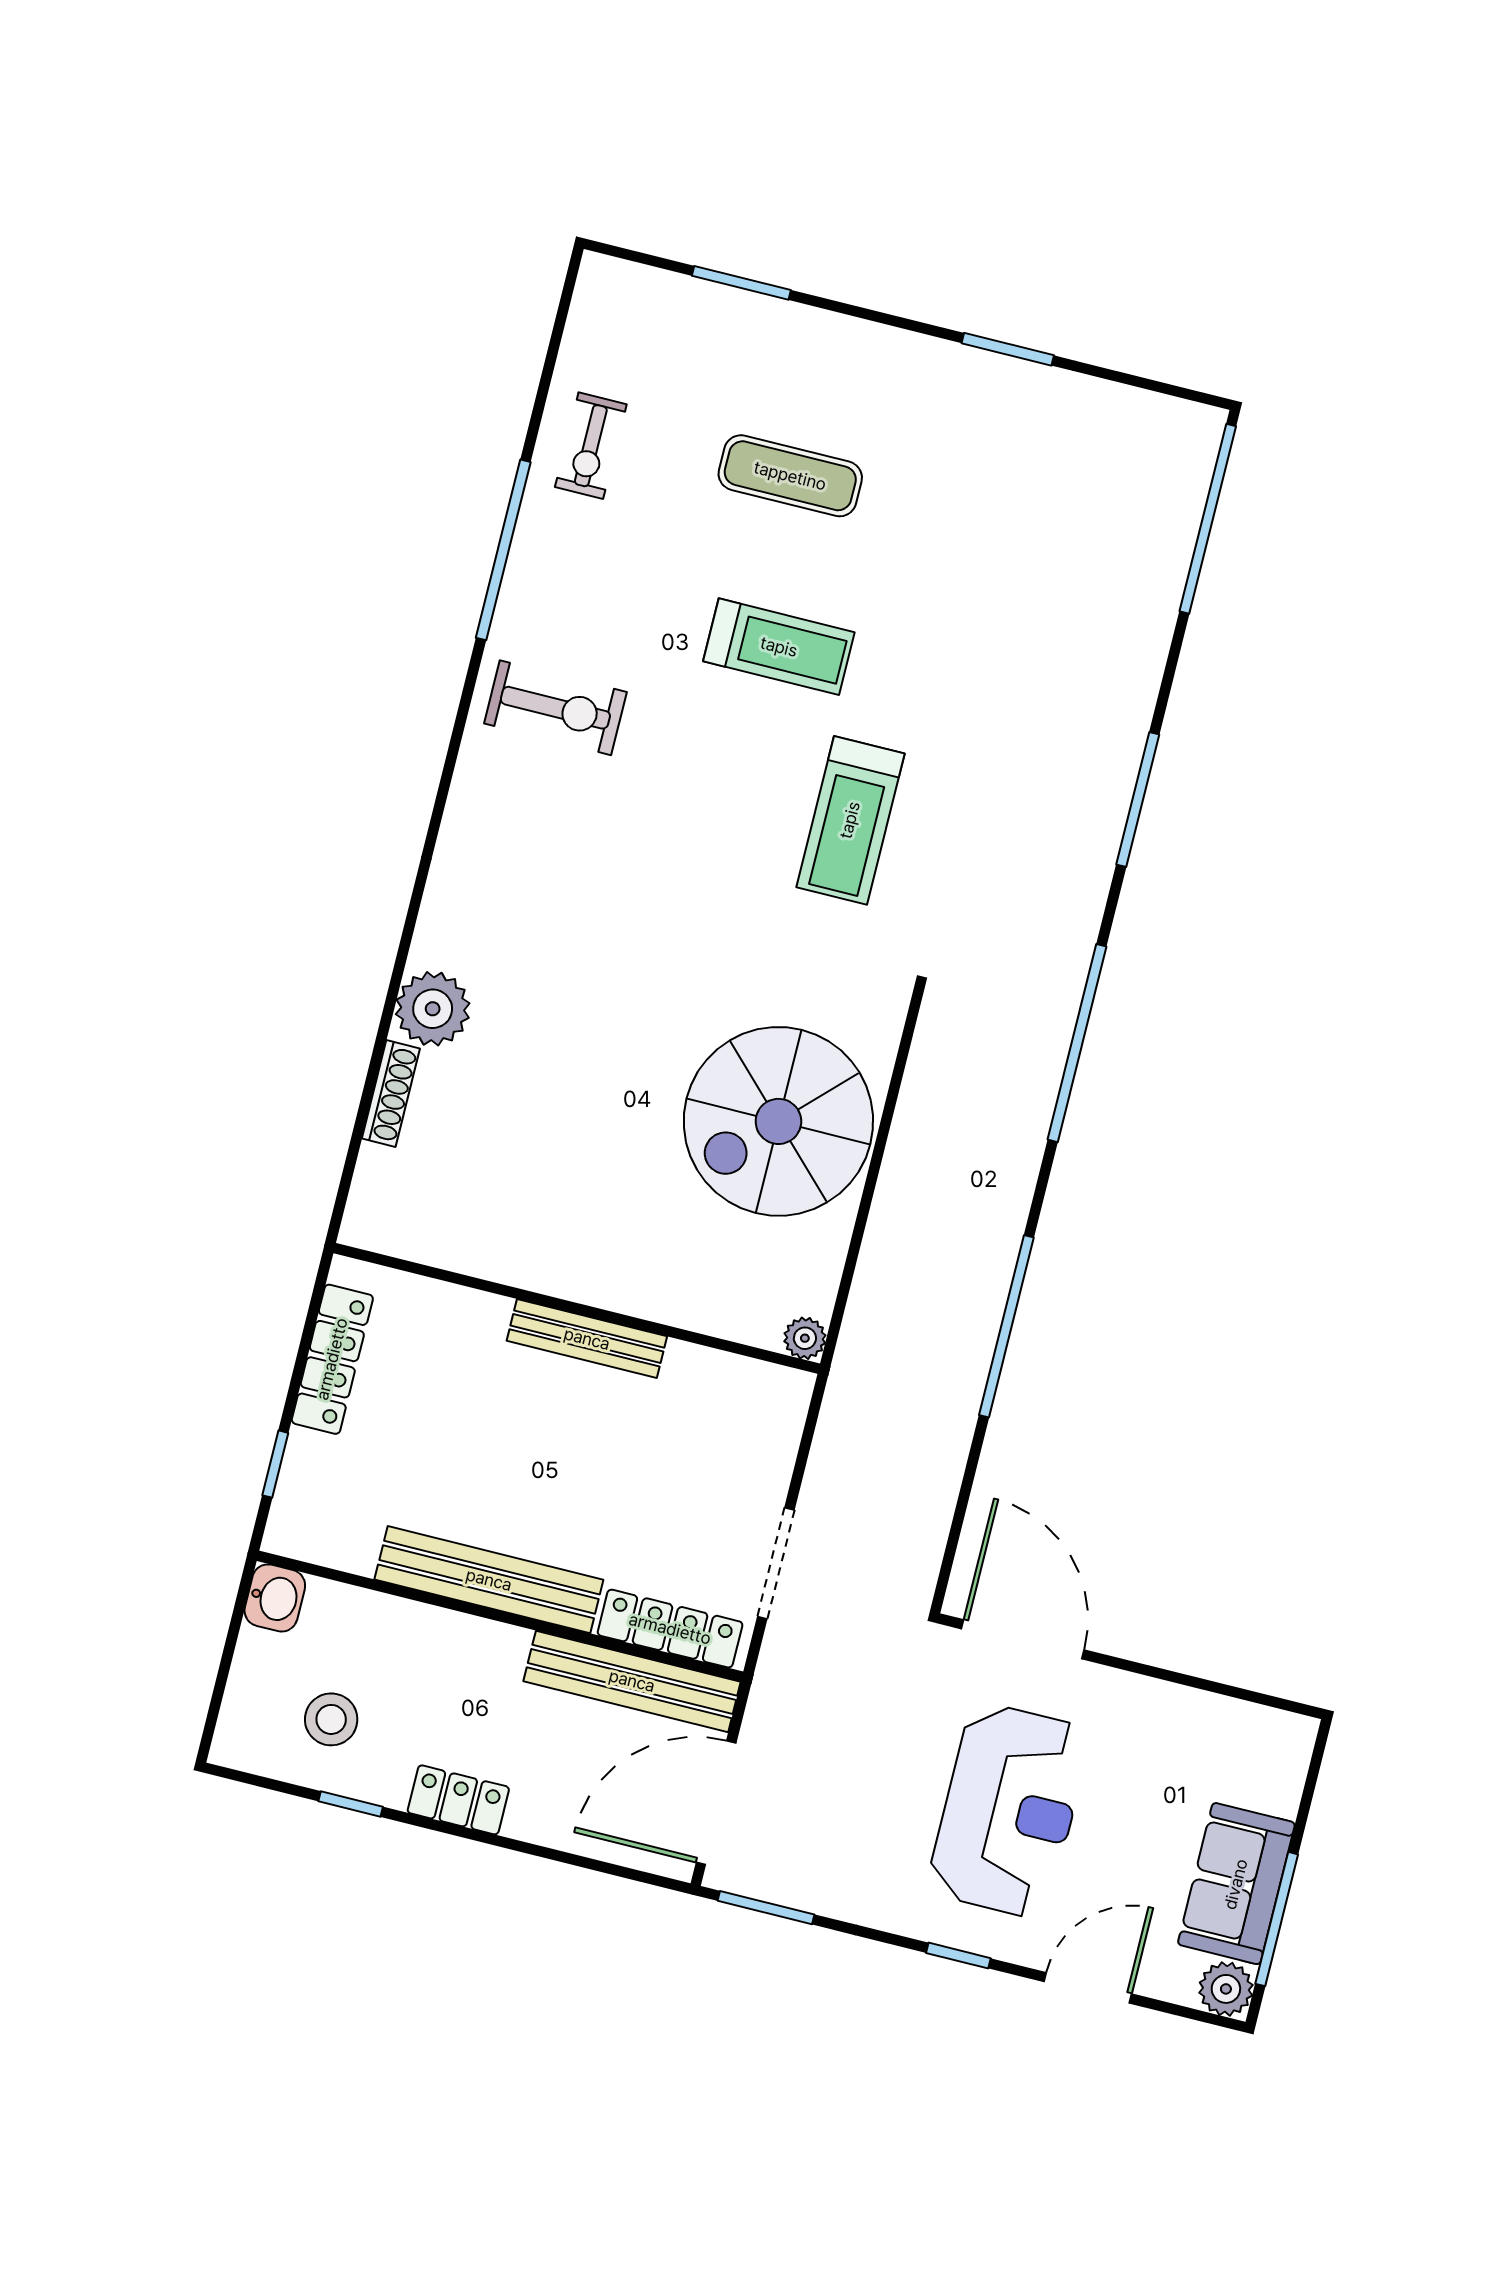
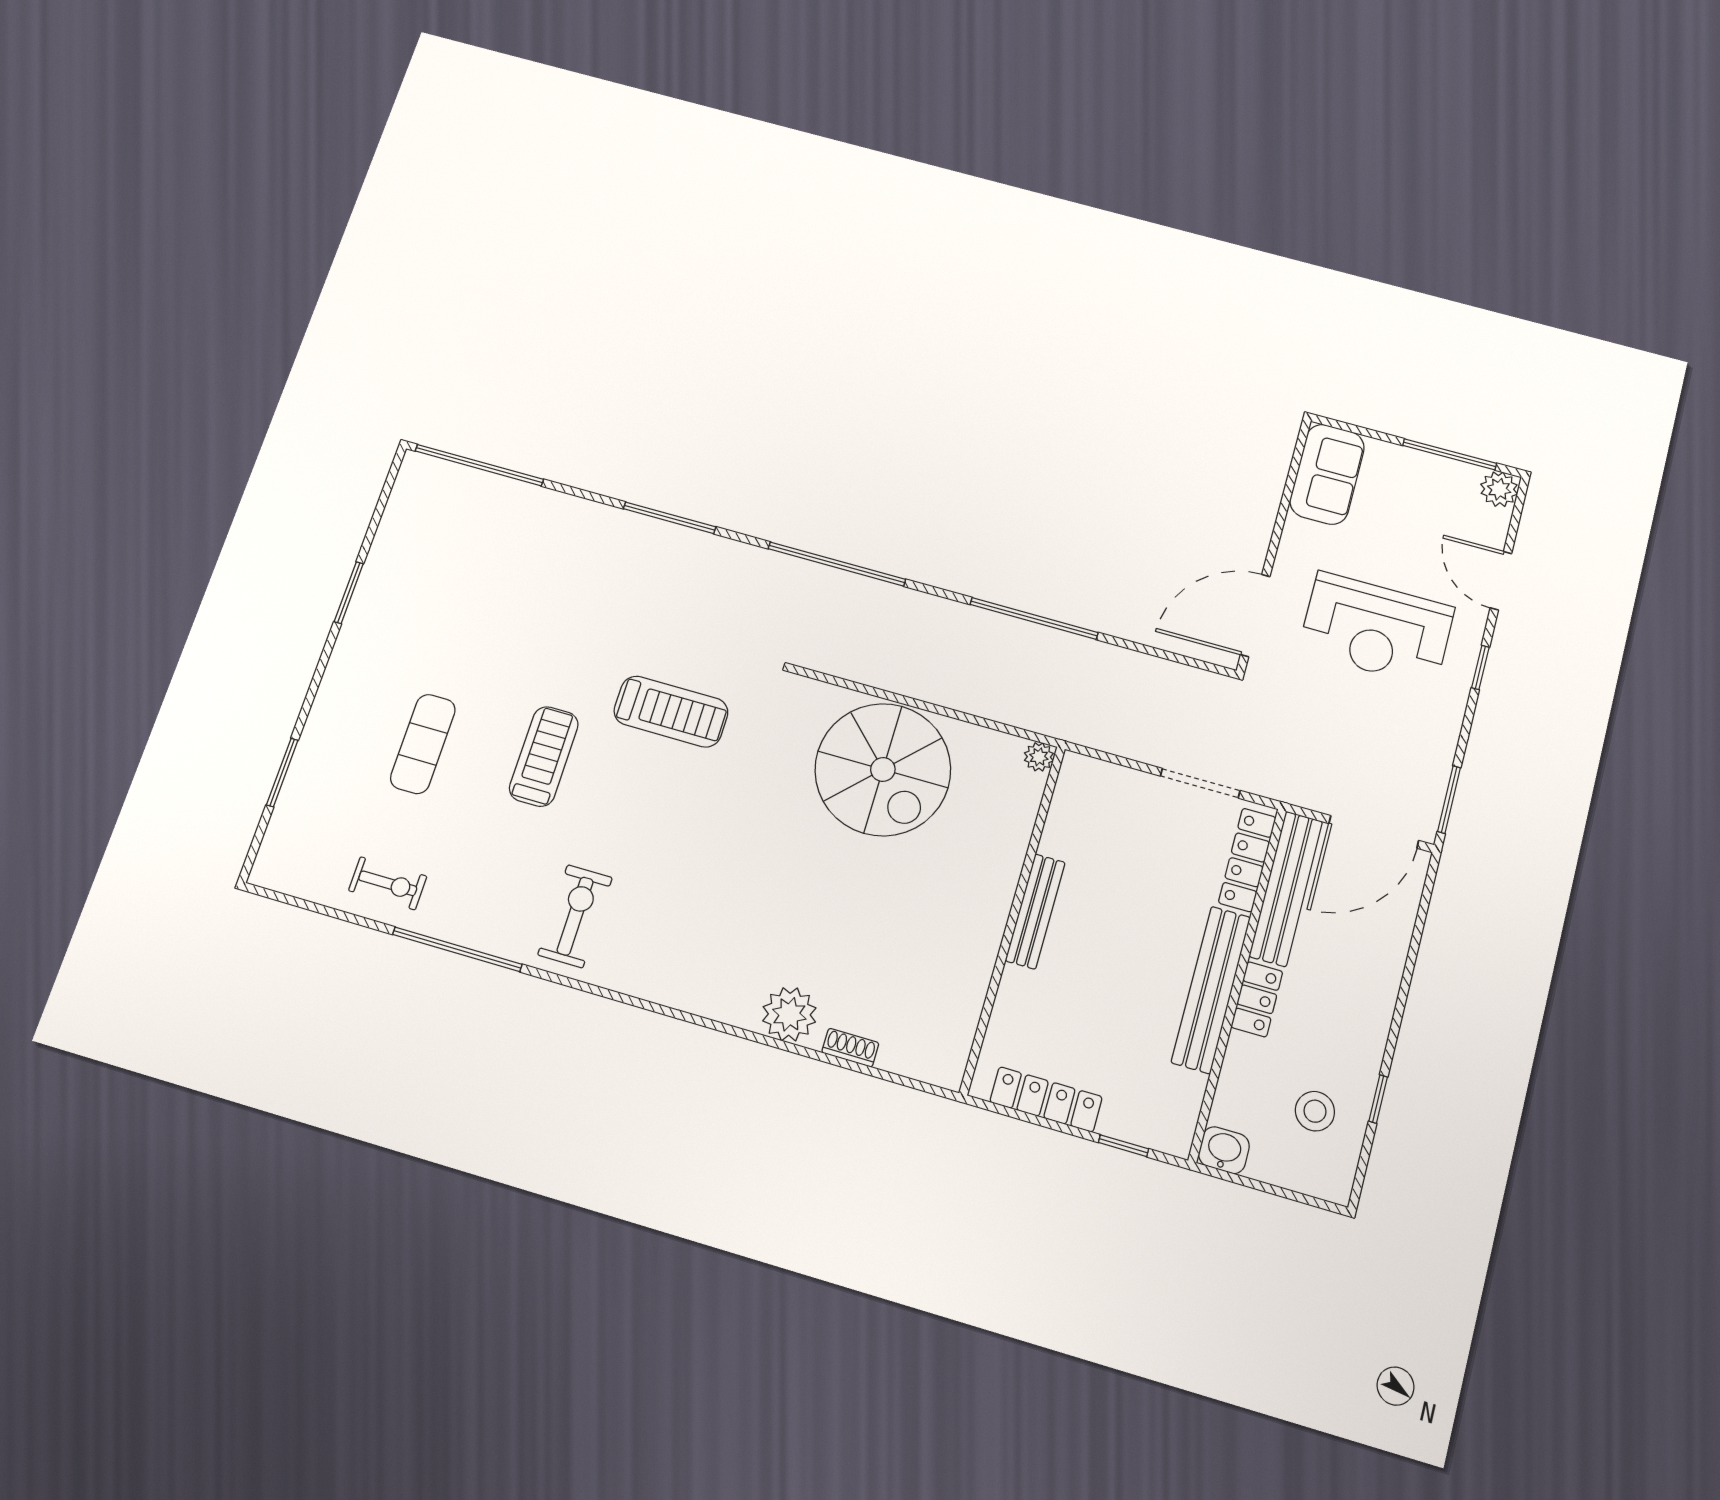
shoe rack: (391, 1094) -> (850, 1048), width x0.70
locker: (458, 1800) -> (1257, 999), moved, turned 180
door: (716, 1803) -> (1374, 832), hinge flipped
reception desk: (1009, 1810) -> (1376, 629), turned 180
sofa: (1236, 1884) -> (1327, 474), moved, turned -90

